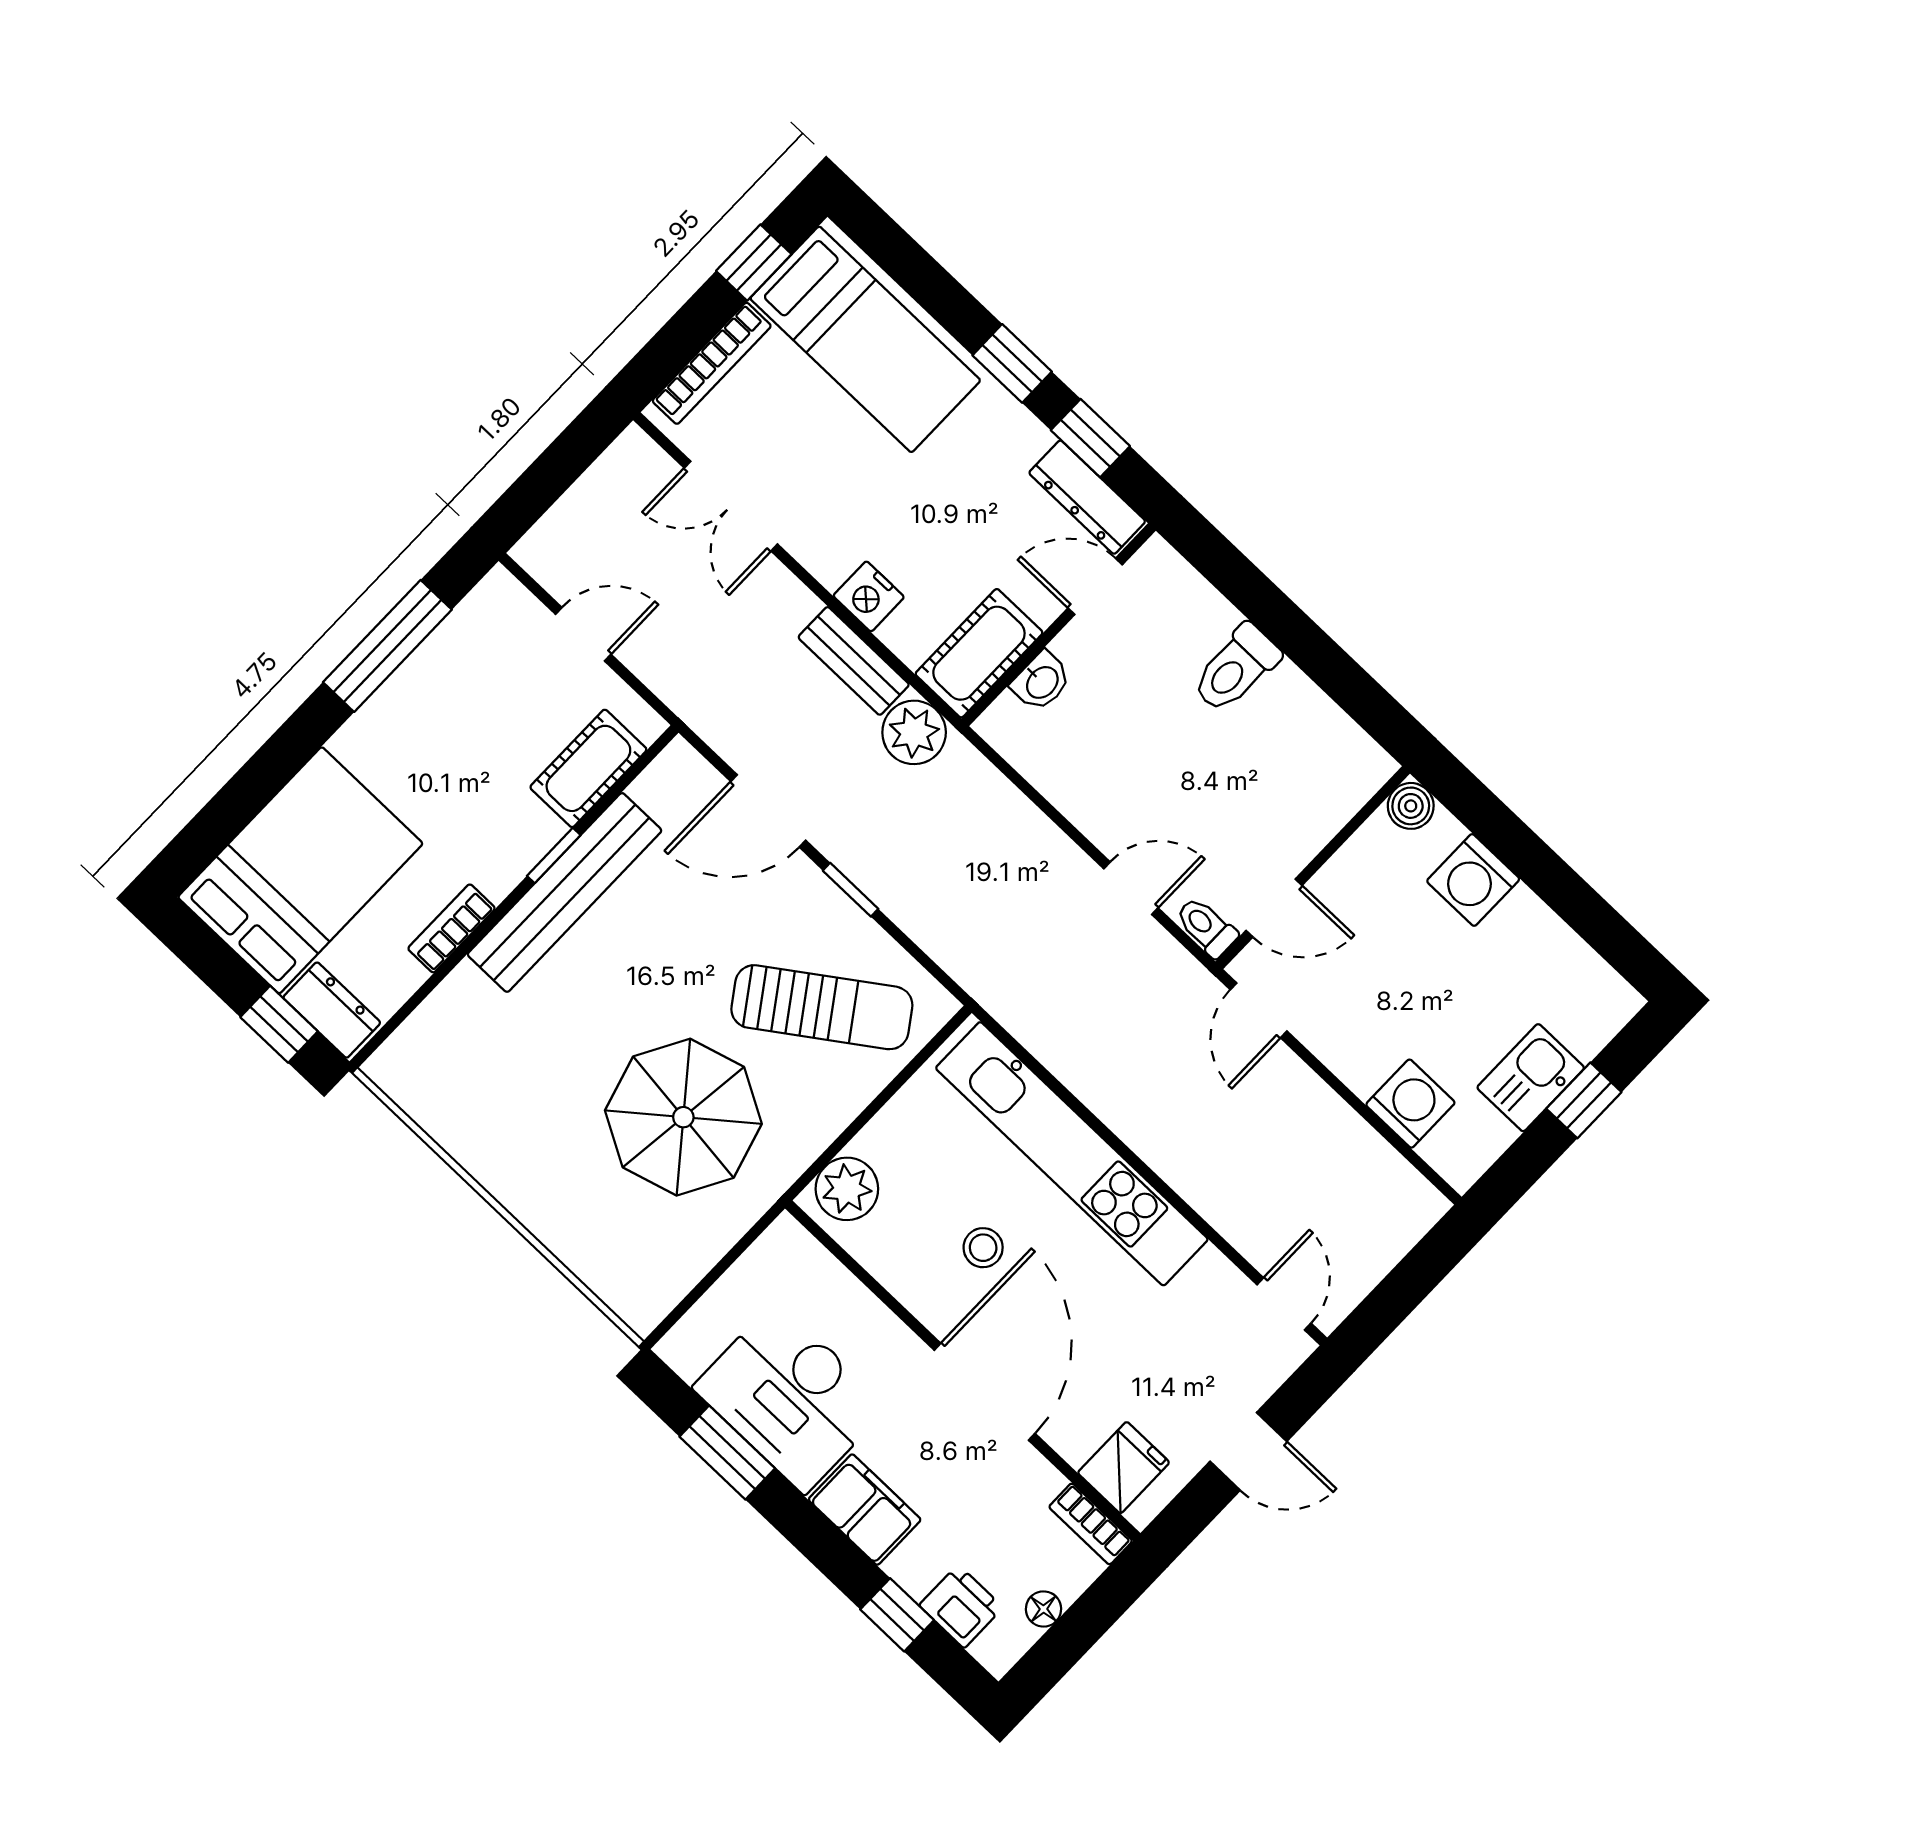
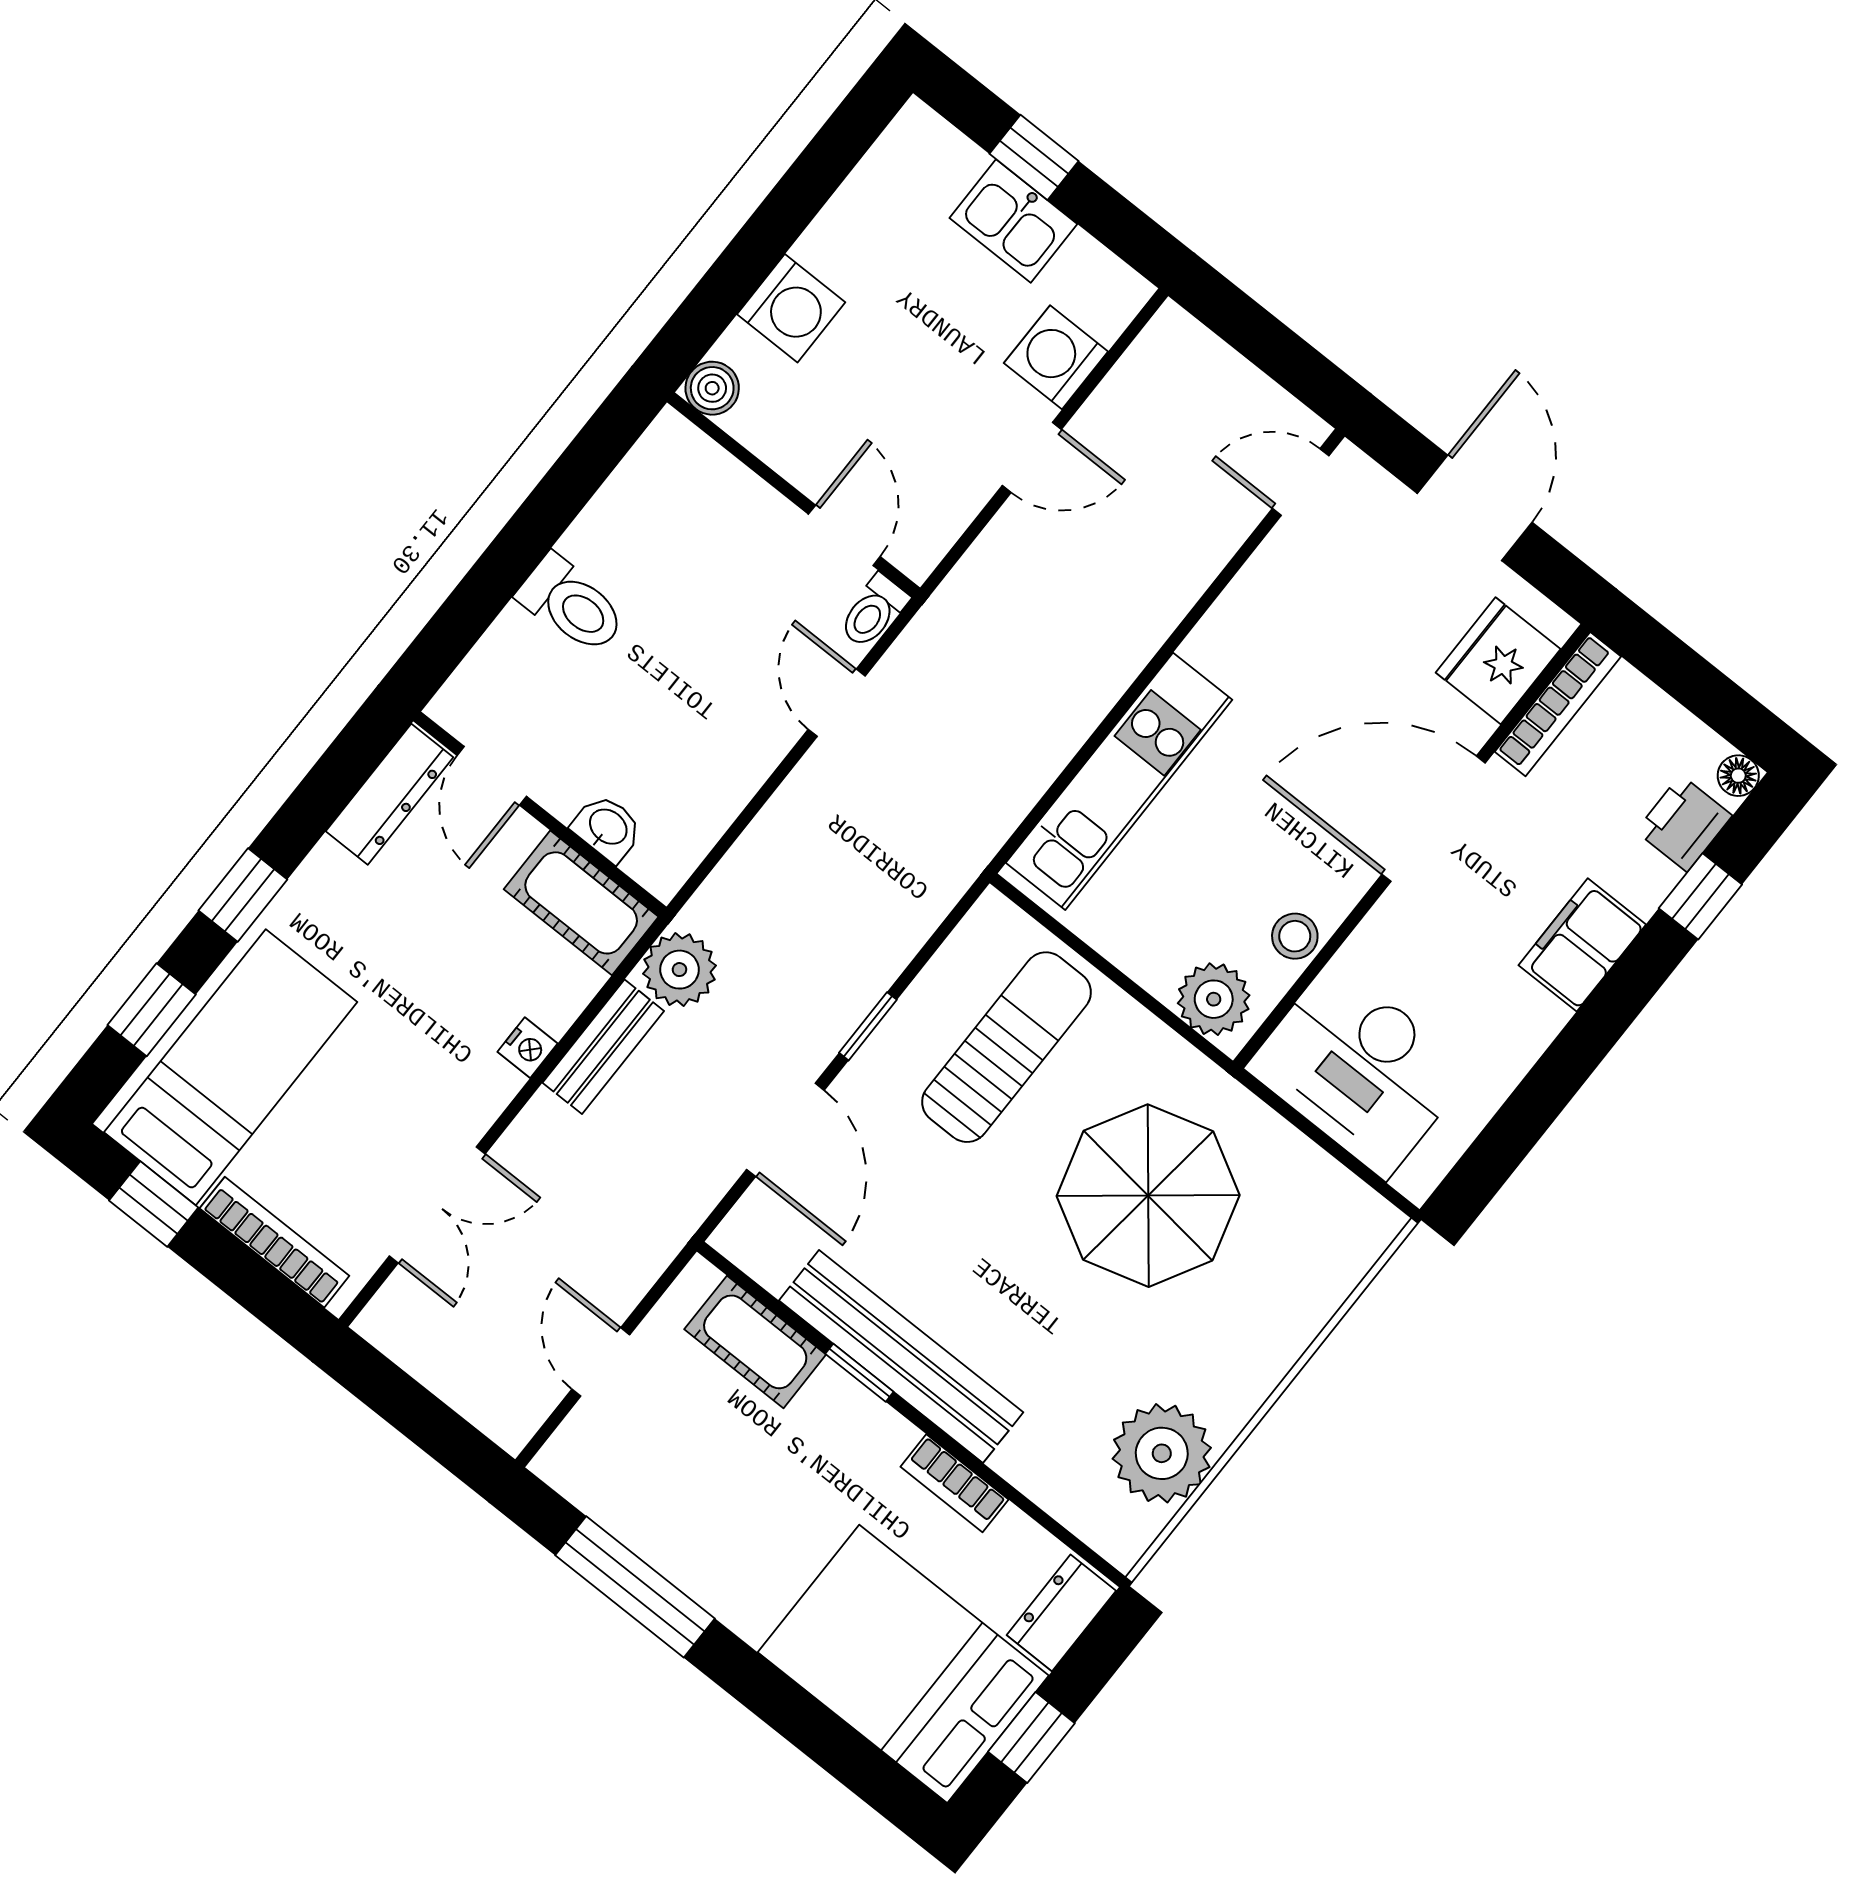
window: (1090, 438) -> (152, 1010), moved
nightstand: (869, 596) -> (528, 1048), width x0.72, depth x0.74
sun lounger: (822, 1007) -> (1007, 1047), turned 35
door: (1259, 1010) -> (1032, 457), moved
window: (279, 1024) -> (1031, 1737), moved
plant: (461, 1109) -> (1162, 1453), added
kitchen unit: (1072, 1154) -> (1119, 781), width x0.73
stool: (983, 1248) -> (1295, 936), moved
desk: (790, 1397) -> (1359, 1069), moved, turned 90
door: (1248, 1451) -> (1475, 508), width x1.38
window: (727, 1453) -> (1531, 1110), removed
fridge: (1124, 1468) -> (1498, 661), width x1.38
bookcase: (1091, 1524) -> (1558, 704), width x1.56
floor lamp: (1043, 1609) -> (1738, 776), moved

